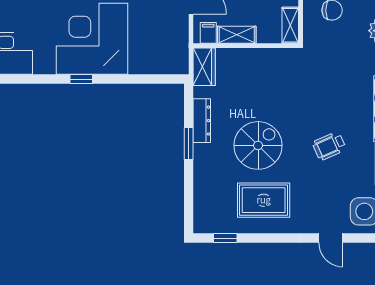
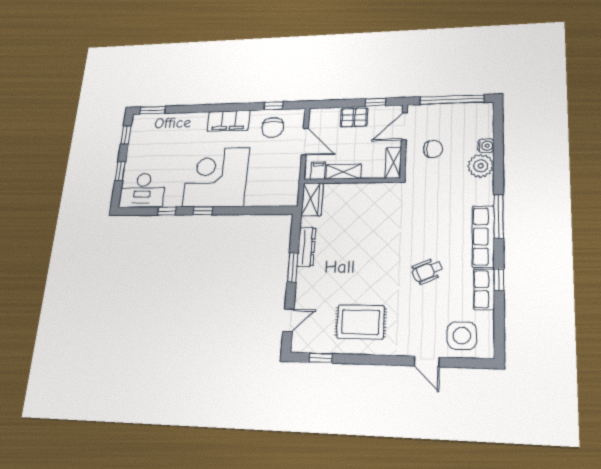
window: (39, 79) -> (167, 211), added
spiral stairs: (258, 145) -> (358, 270), removed
door: (189, 200) -> (288, 320), added

